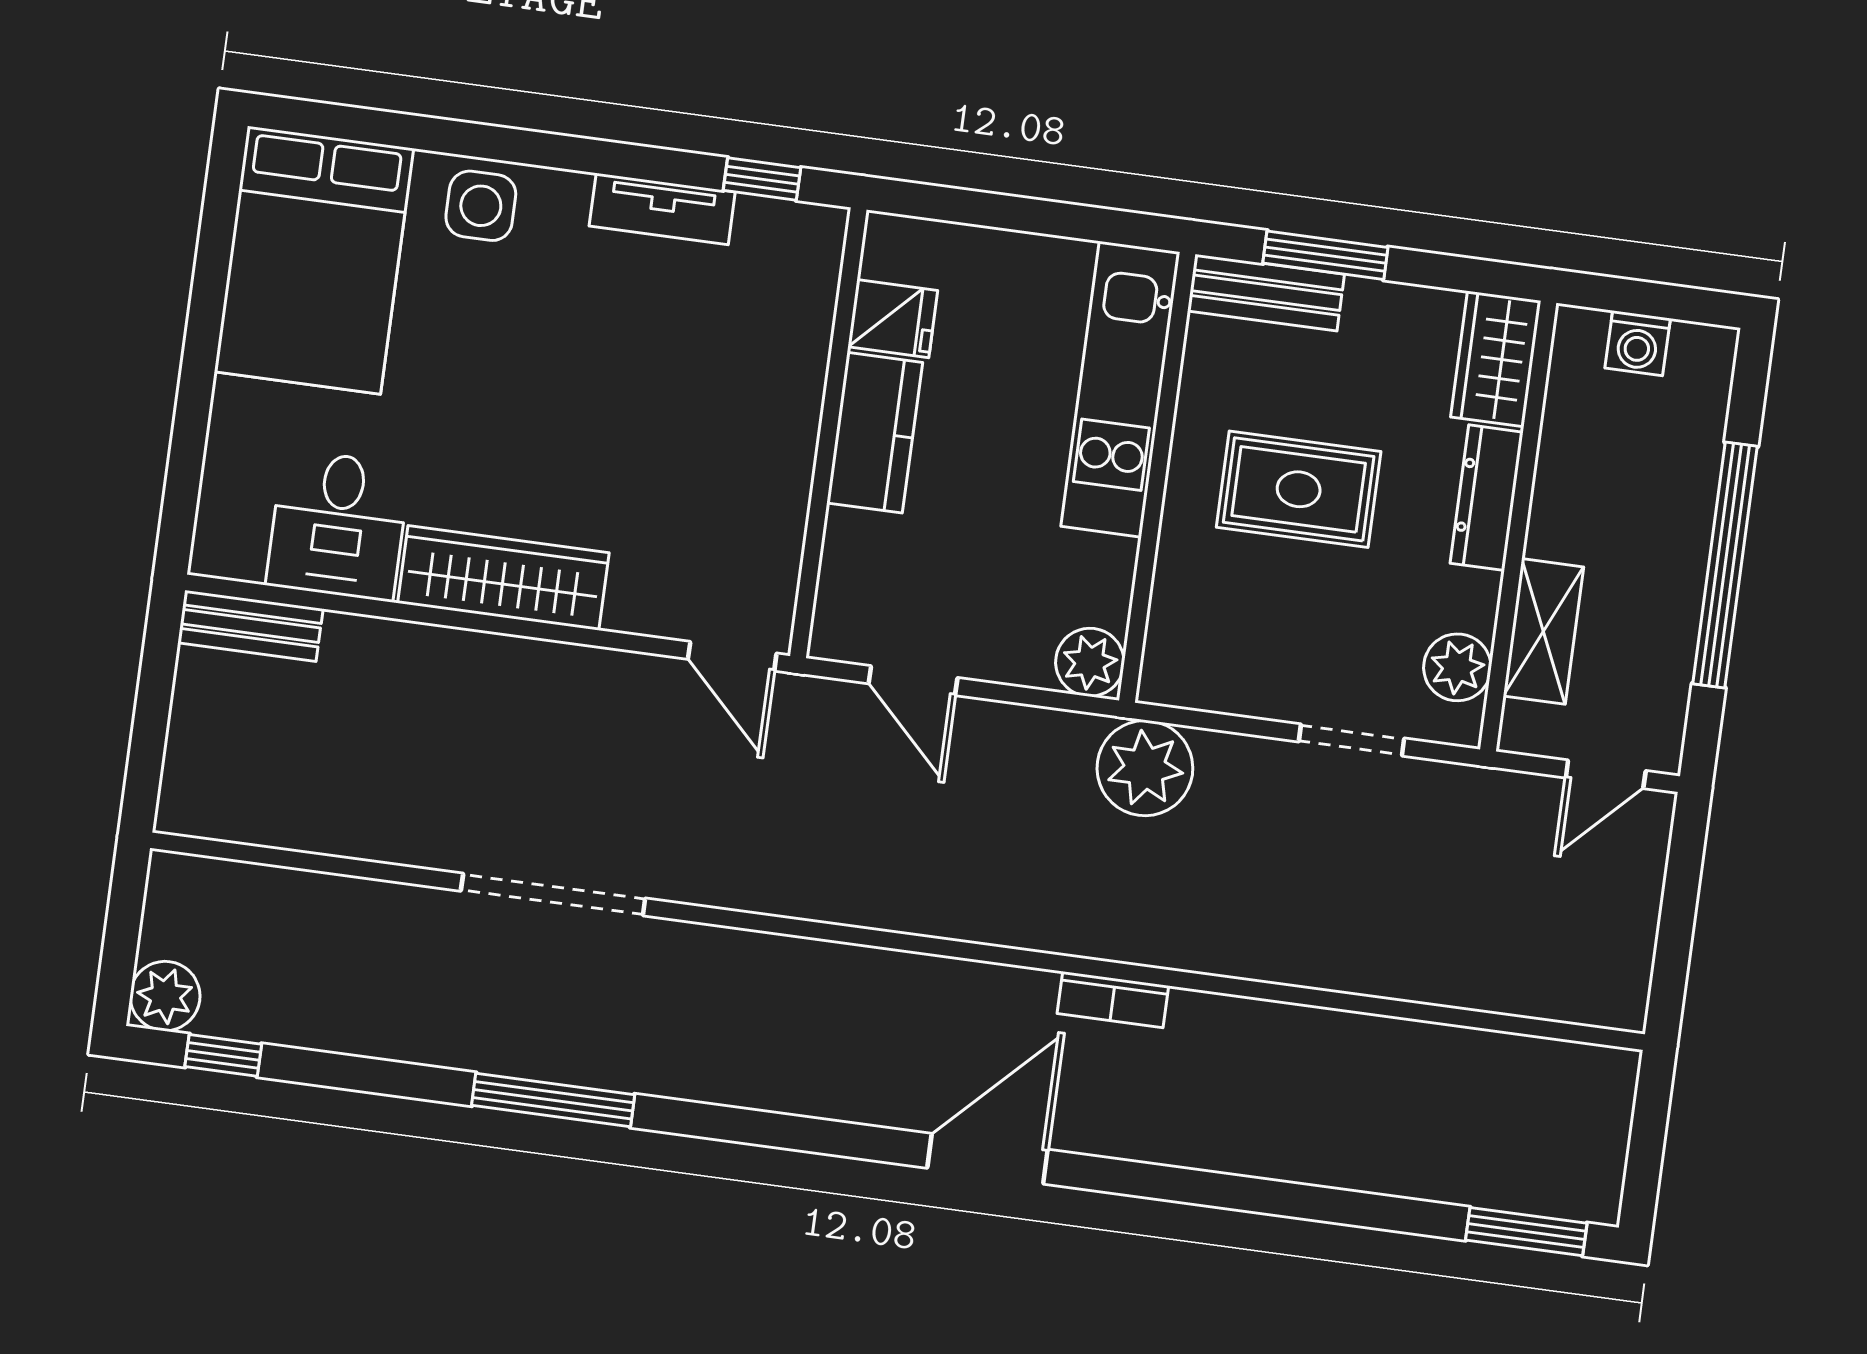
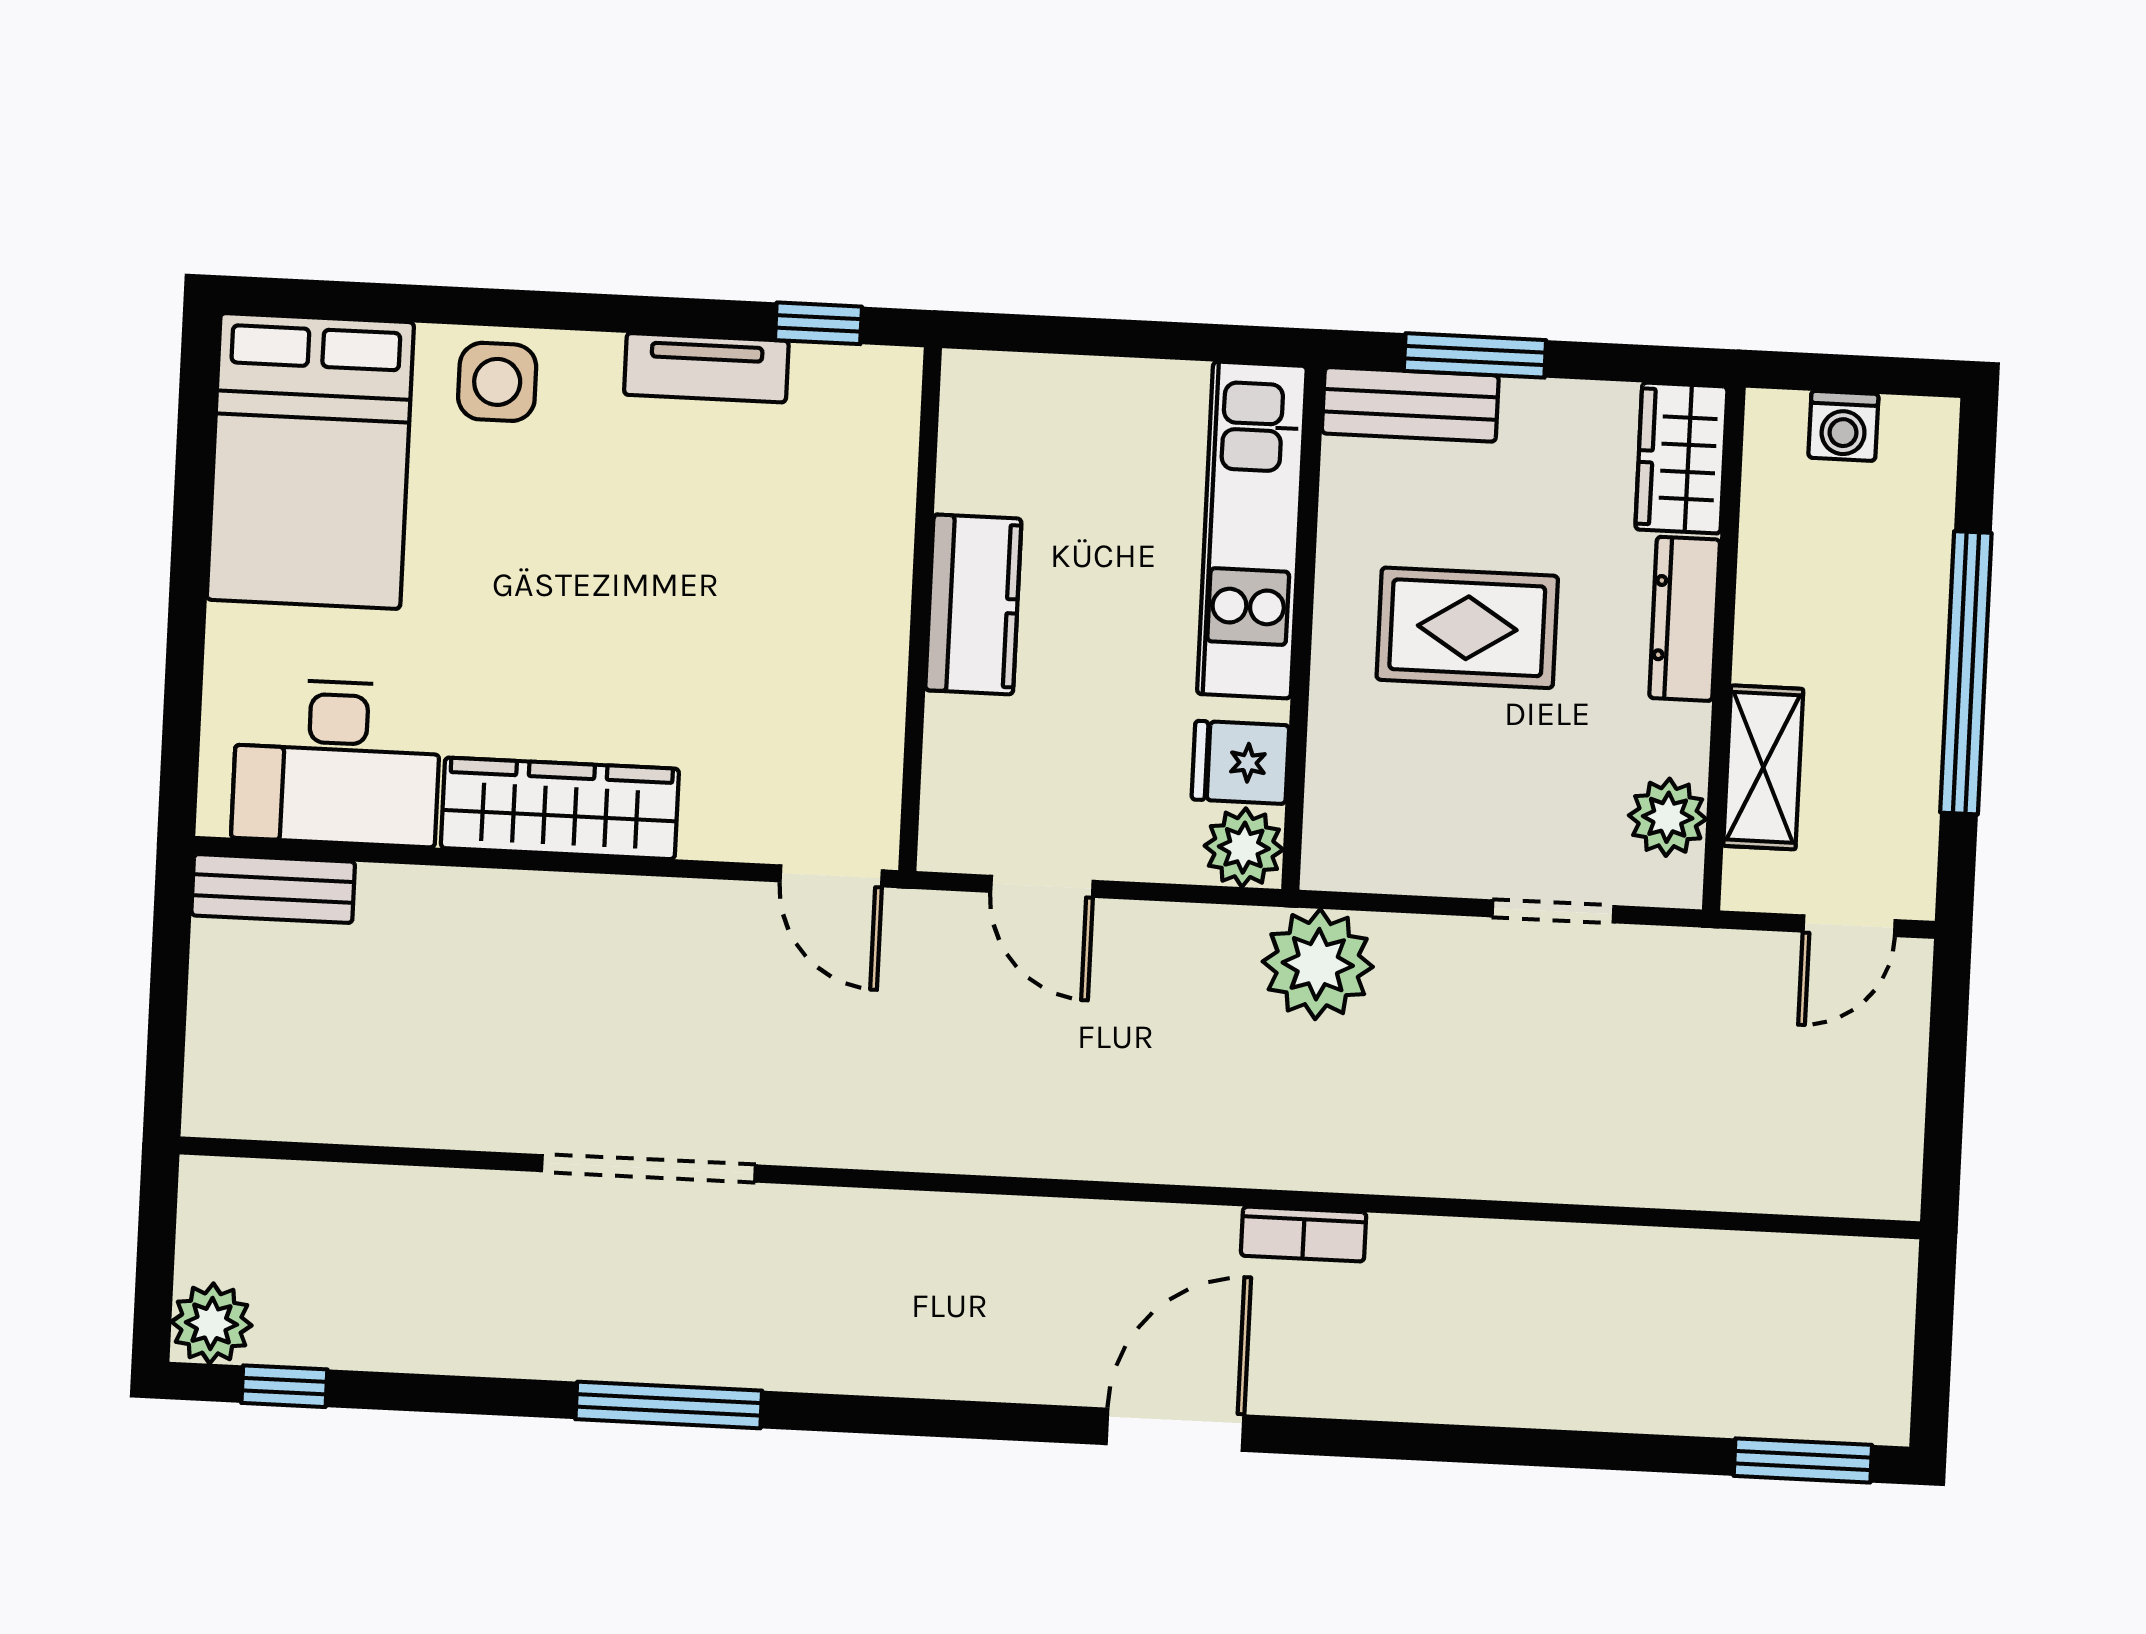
fridge: (893, 319) -> (1240, 762), moved, turned 180
desk: (338, 525) -> (337, 762), width x1.37

